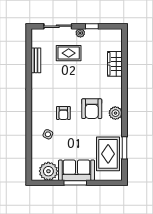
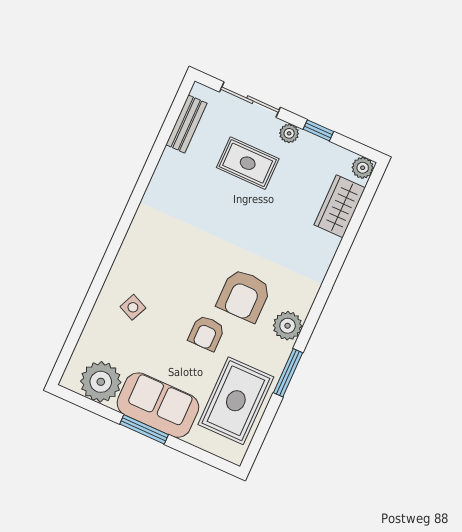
plant: (117, 33) -> (363, 168), added
bench: (36, 60) -> (186, 124), moved
wardrobe: (115, 64) -> (340, 206), moved
armchair: (63, 113) -> (206, 333), moved
window: (124, 148) -> (288, 373), moved

